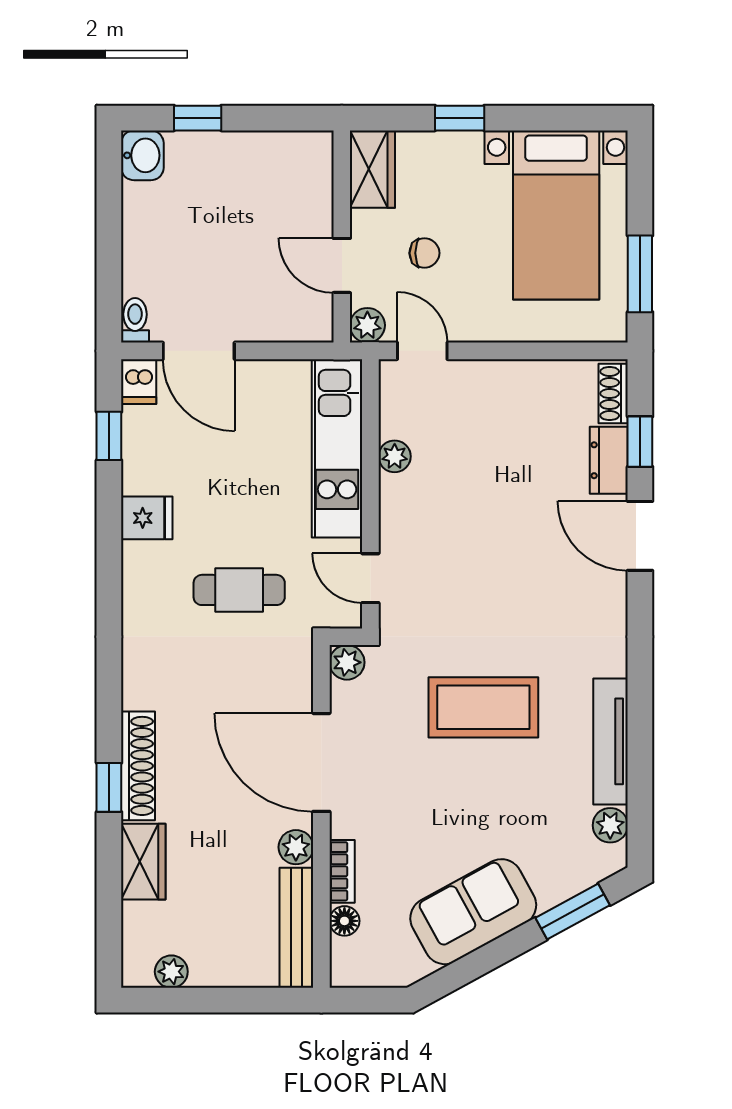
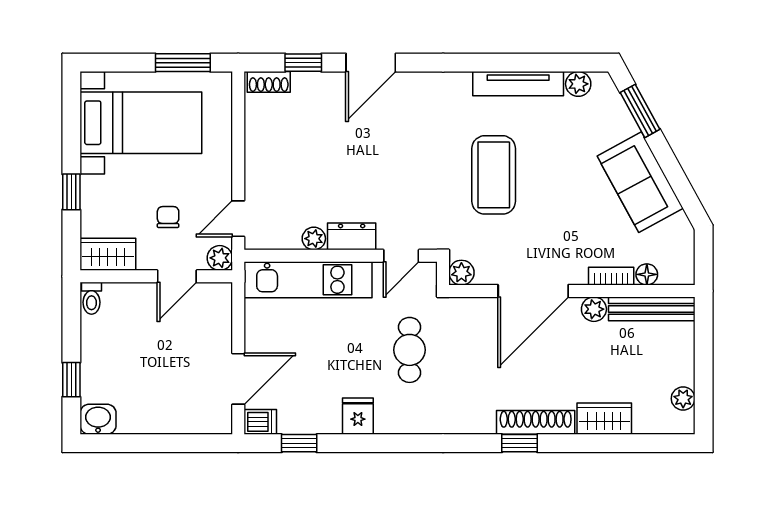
toilet: (135, 320) -> (92, 298), moved, turned -90
dresser: (609, 460) -> (352, 236), moved, turned 180
window: (109, 787) -> (520, 443), moved

